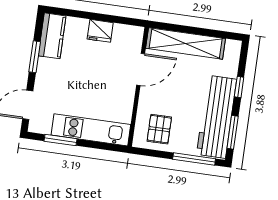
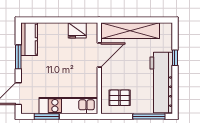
fridge: (100, 31) -> (77, 30), moved
pallet: (159, 129) -> (120, 98), turned 90
window: (233, 132) -> (175, 92), removed

